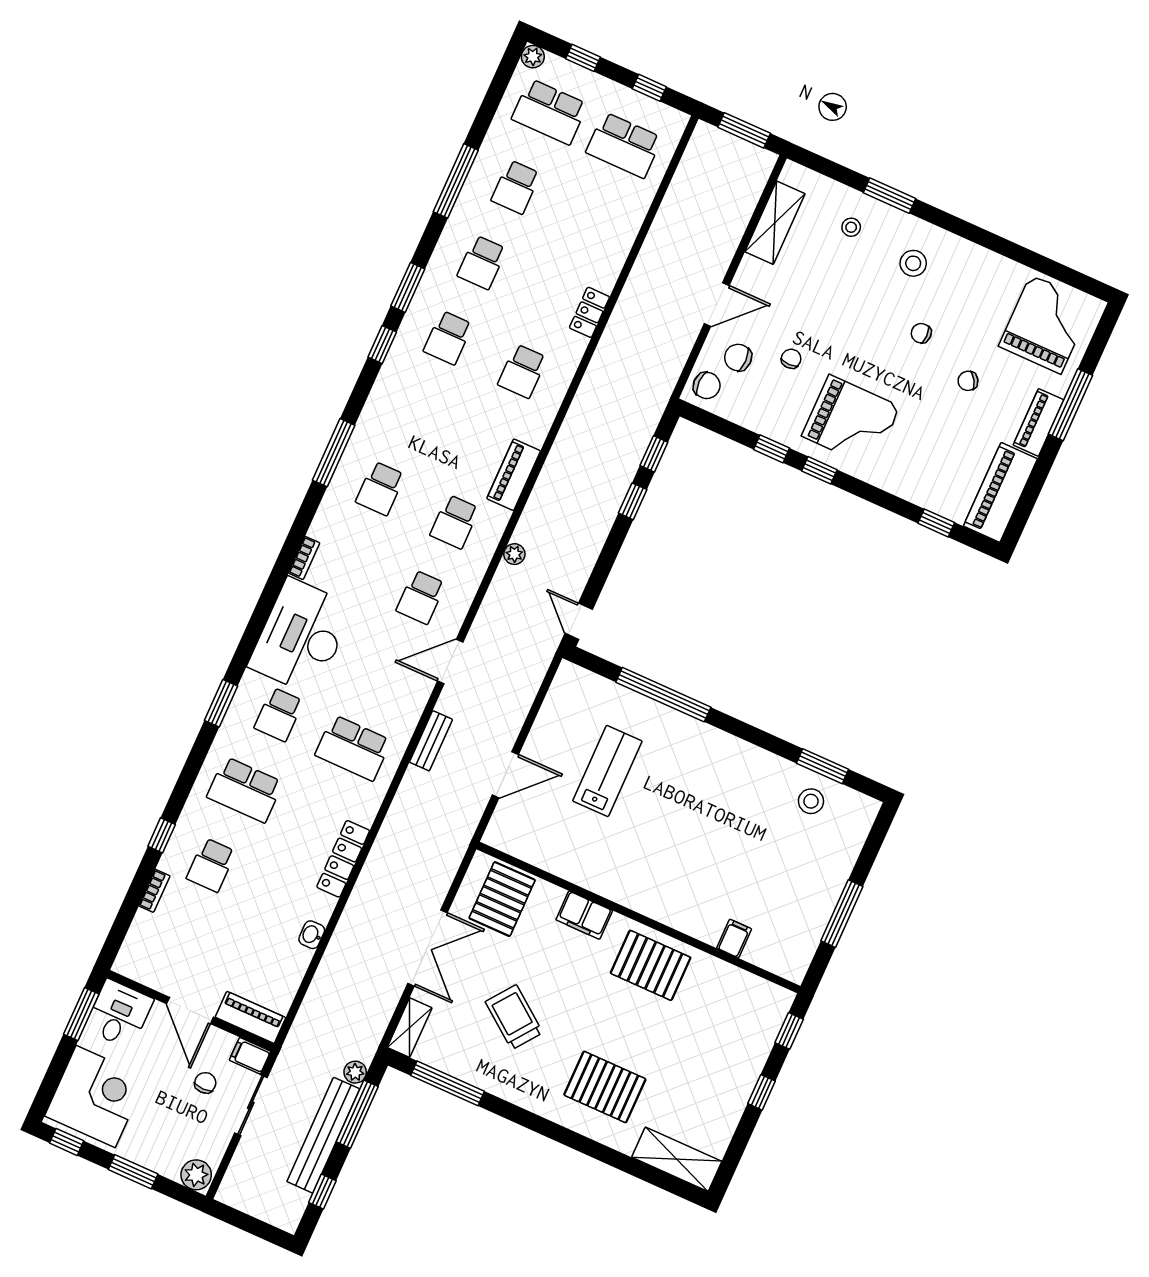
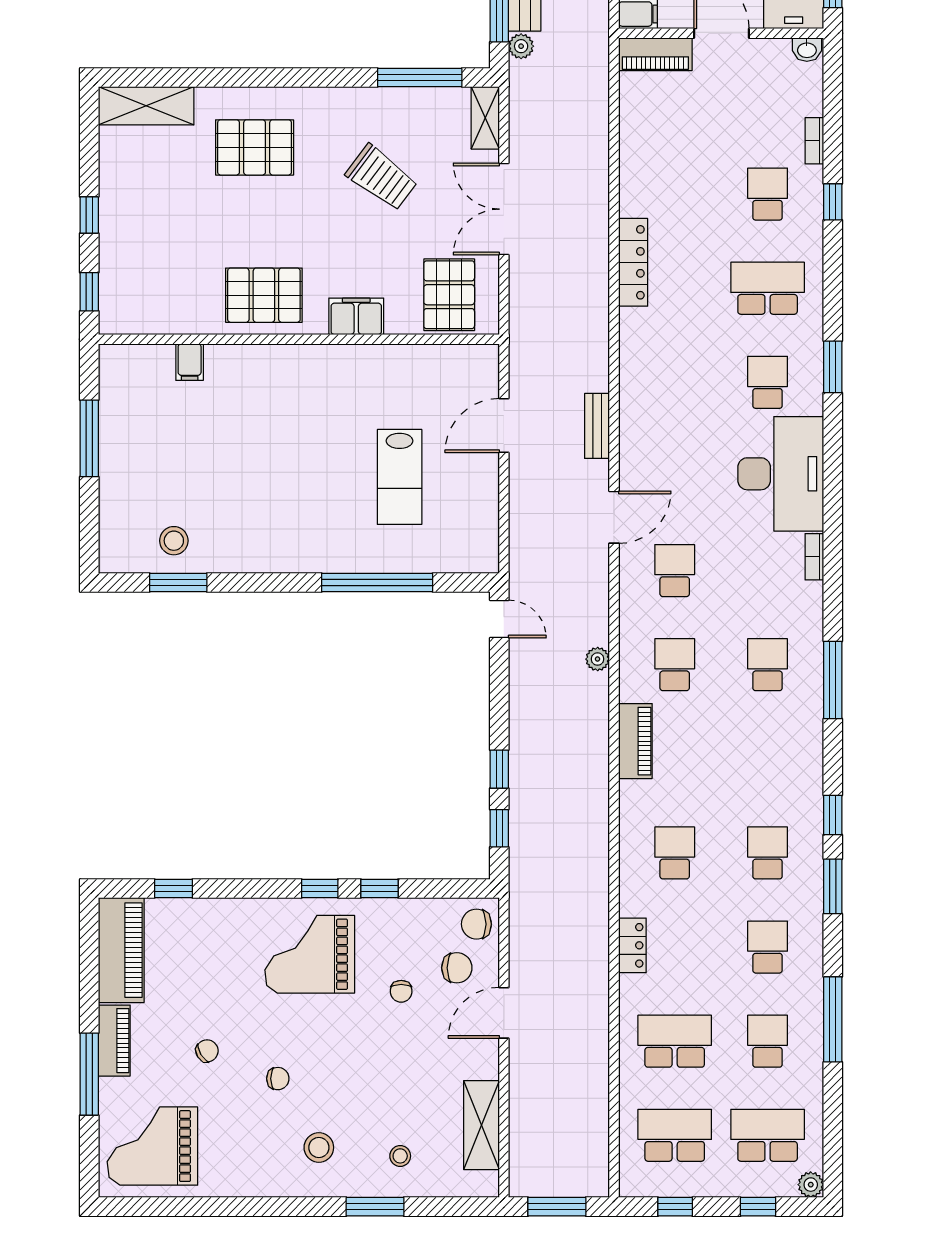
grand piano: (1046, 324) -> (152, 1146), turned 90
school desk: (353, 748) -> (675, 1041), moved
washbasin: (312, 935) -> (807, 50), moved, turned 90

